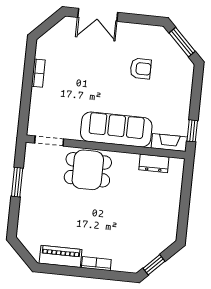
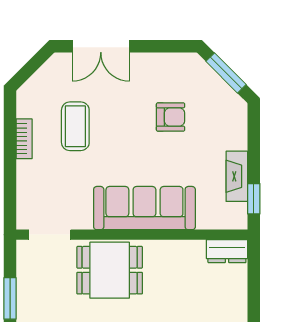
coffee table: (74, 68) -> (75, 126), added
fireplace: (169, 142) -> (237, 176), moved, turned -90
dresser: (154, 163) -> (227, 251), moved

